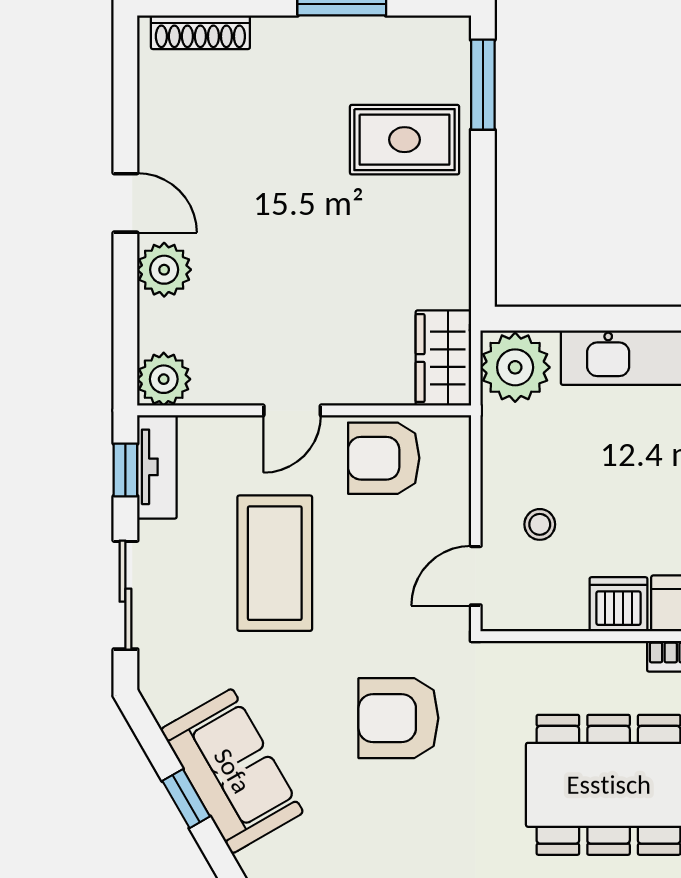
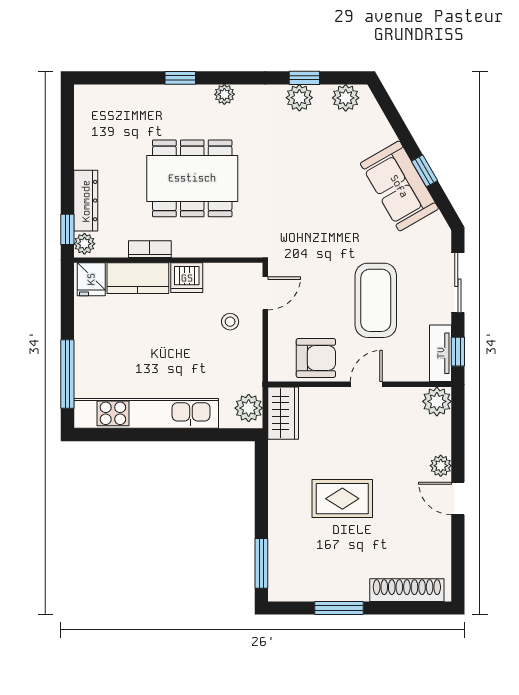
shoe rack: (200, 32) -> (407, 590), width x1.36, depth x1.24
rug: (405, 140) -> (342, 499), moved
plant: (164, 270) -> (441, 466), width x0.73, depth x0.73
plant: (515, 367) -> (249, 408), width x0.73, depth x0.73
armchair: (398, 718) -> (308, 215), removed

